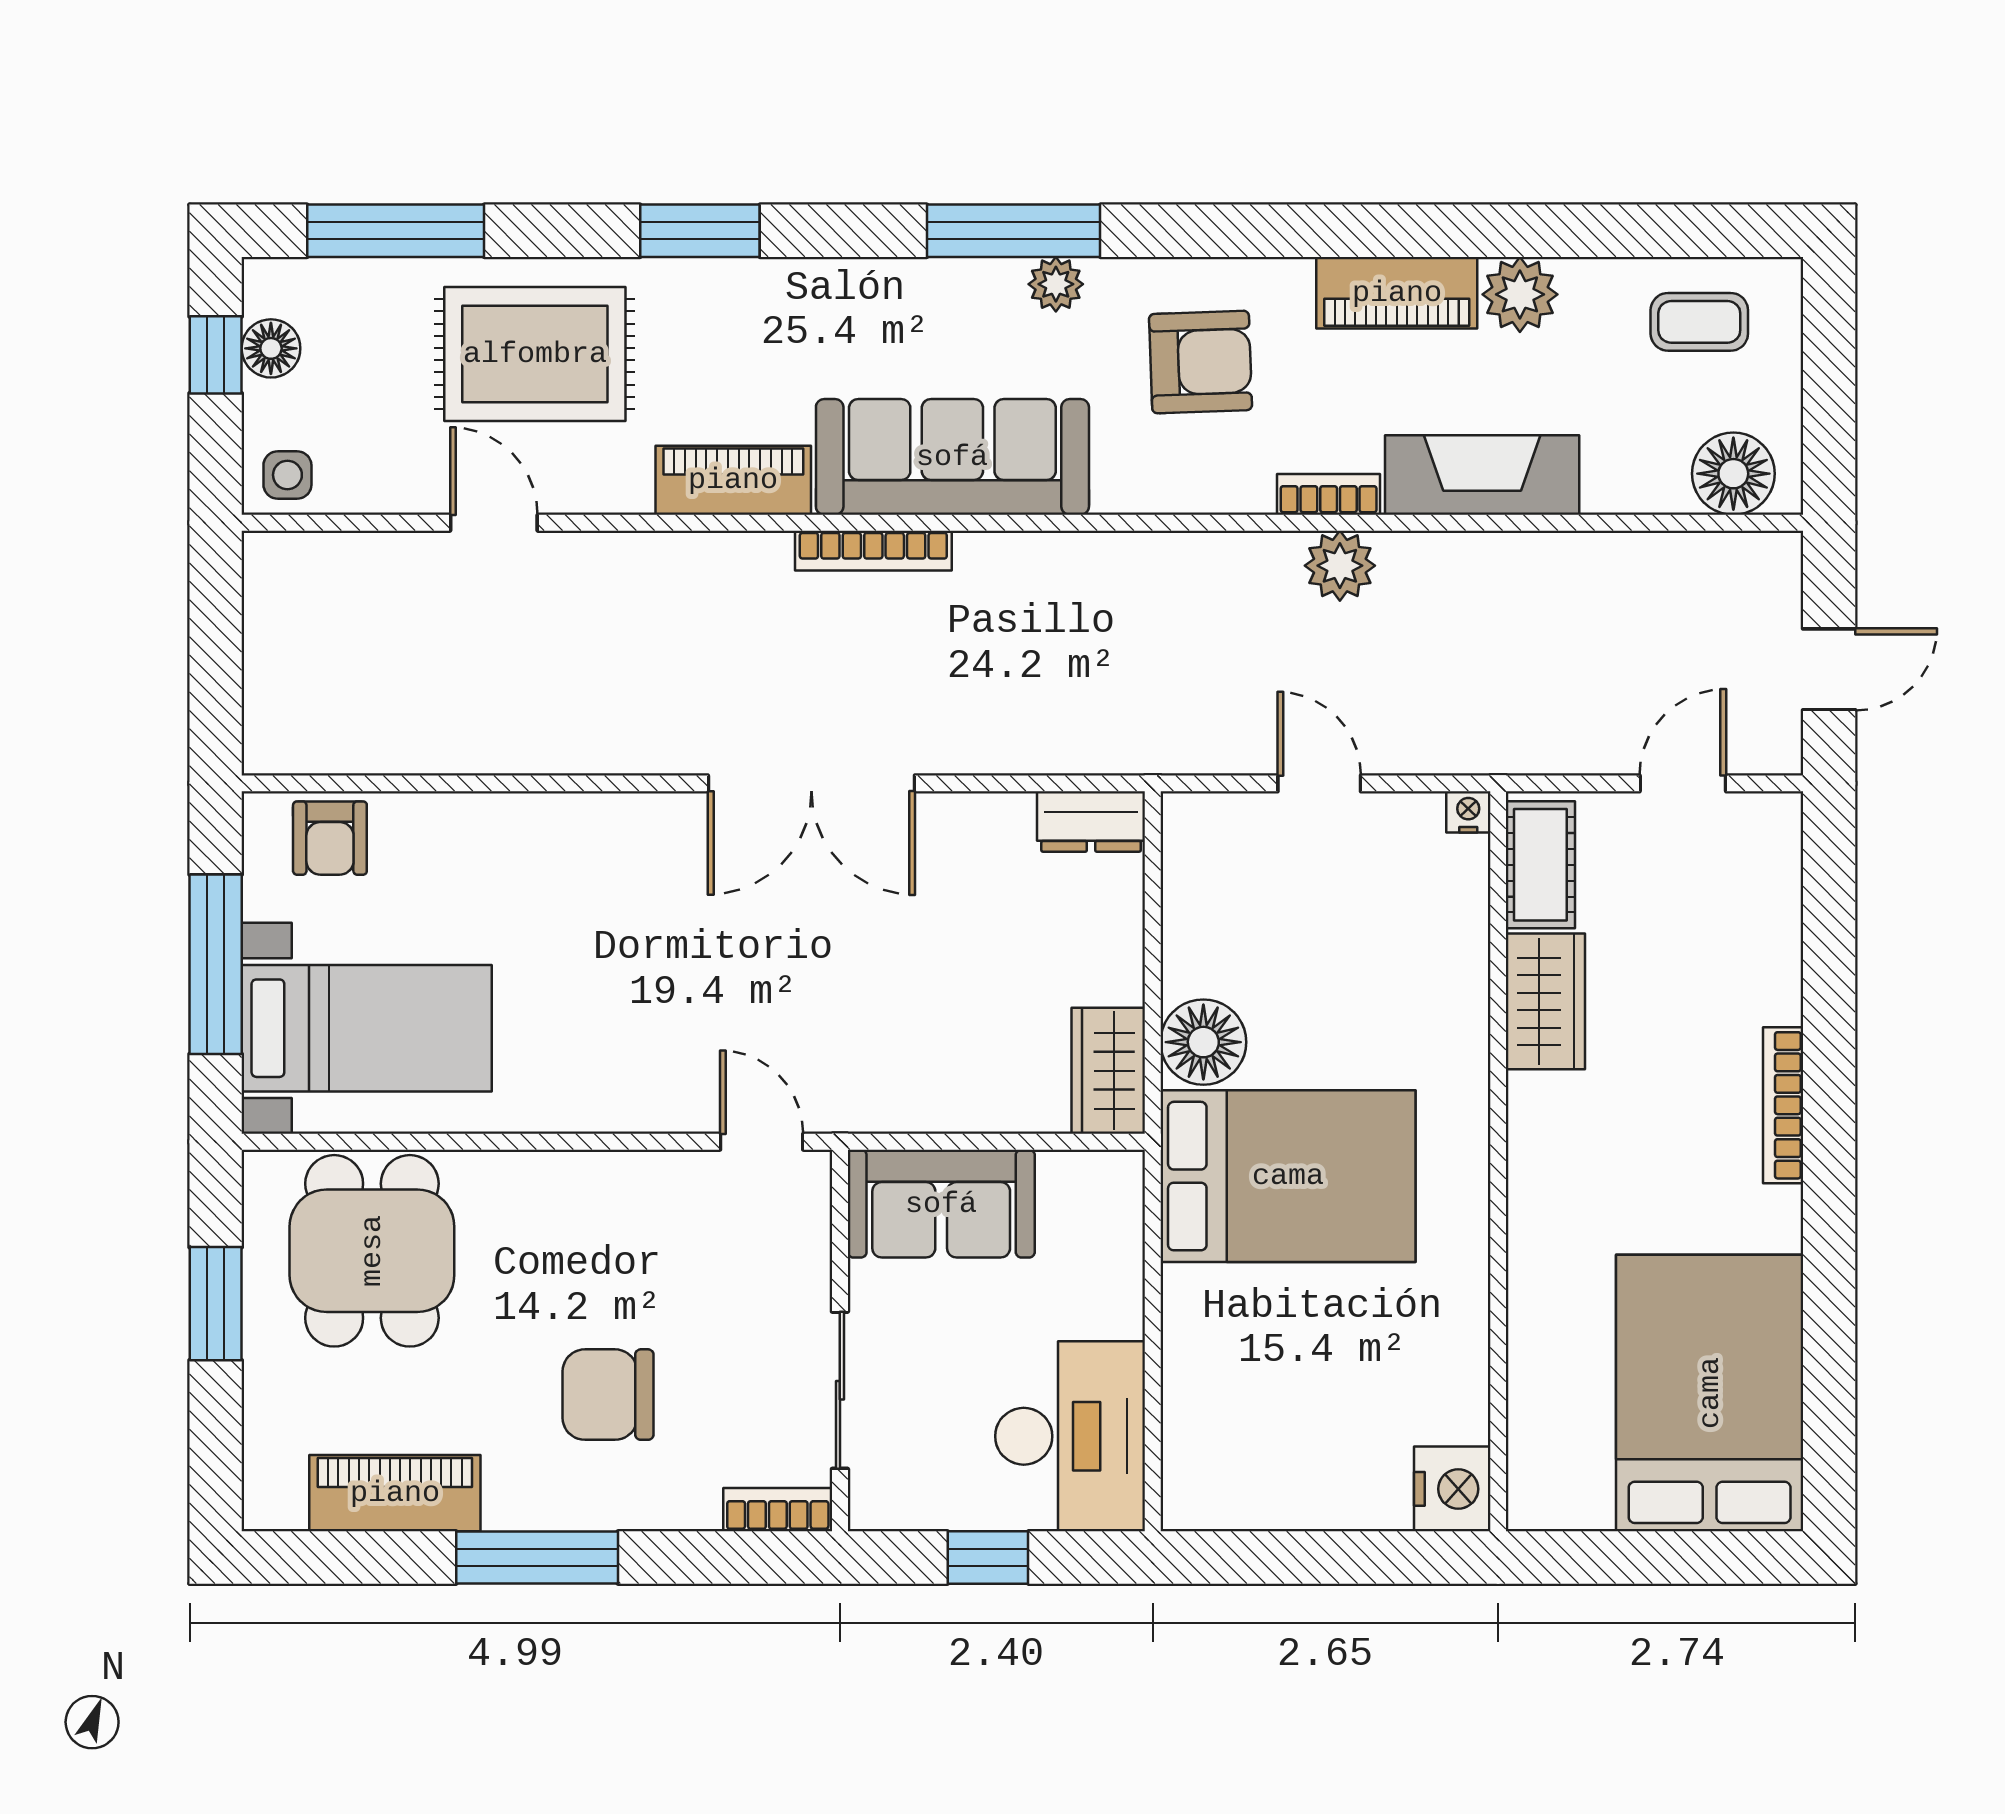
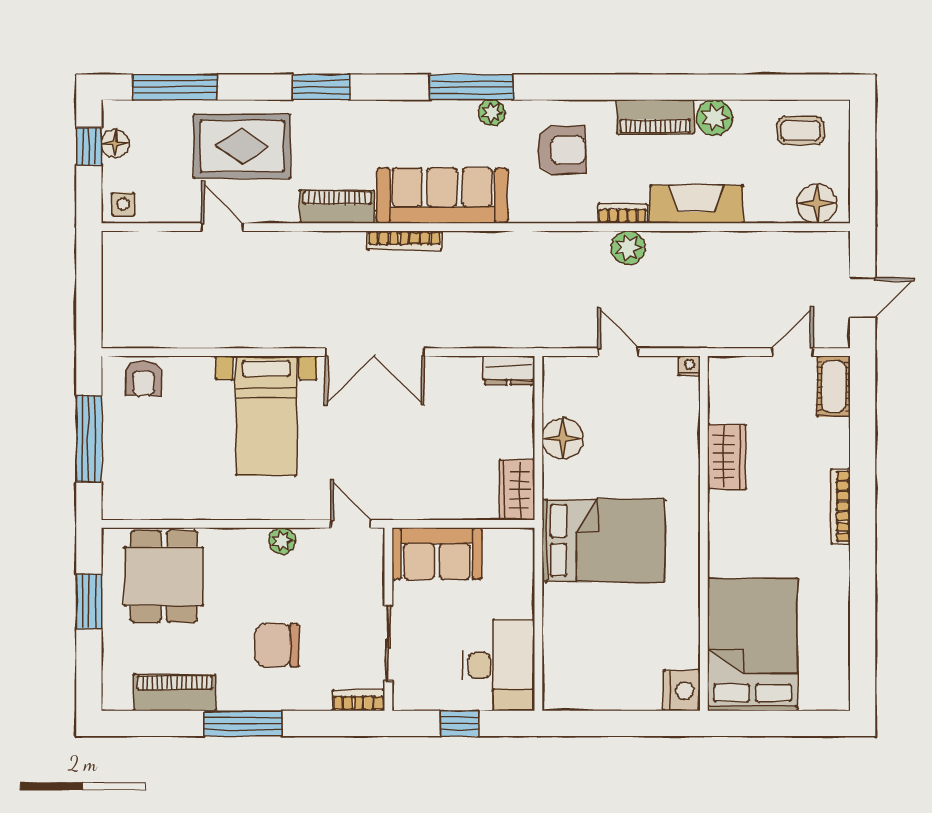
cot: (1540, 865) -> (834, 386), moved
bed with nightstands: (367, 1028) -> (266, 416), moved, turned 90
floor lamp: (1203, 1042) -> (563, 439), moved
plant: (618, 1177) -> (282, 541), added
bed: (1710, 1393) -> (753, 644), moved

